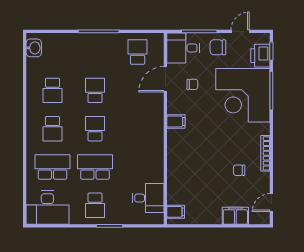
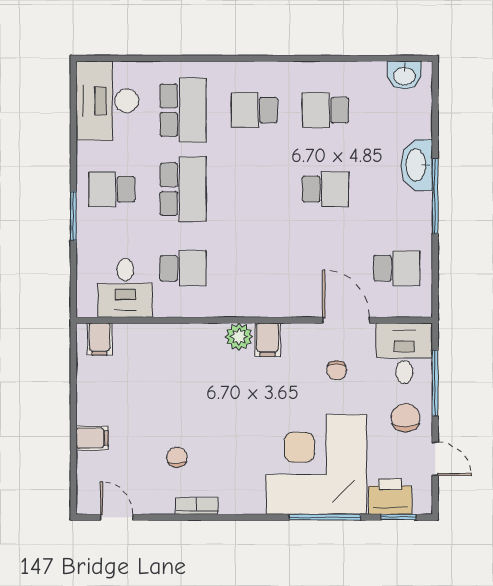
washbasin: (82, 41) -> (417, 165), added
school desk: (95, 129) -> (183, 268), moved
plant: (174, 137) -> (239, 337), added
bookcase: (265, 153) -> (196, 506), width x0.64
filing cabinet: (235, 216) -> (92, 438), width x0.50

